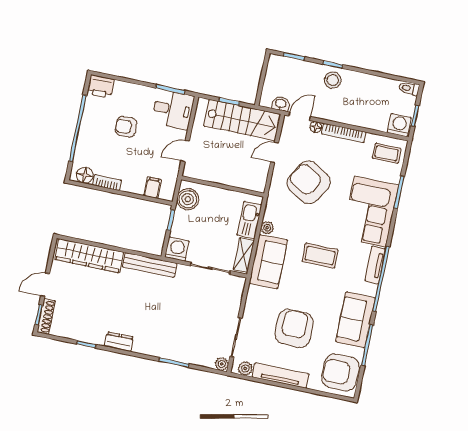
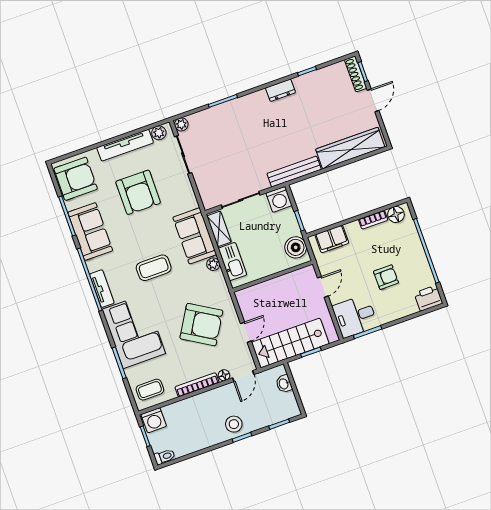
washbasin: (281, 104) -> (284, 384), moved, turned 90
filing cabinet: (152, 188) -> (332, 239), width x2.00

